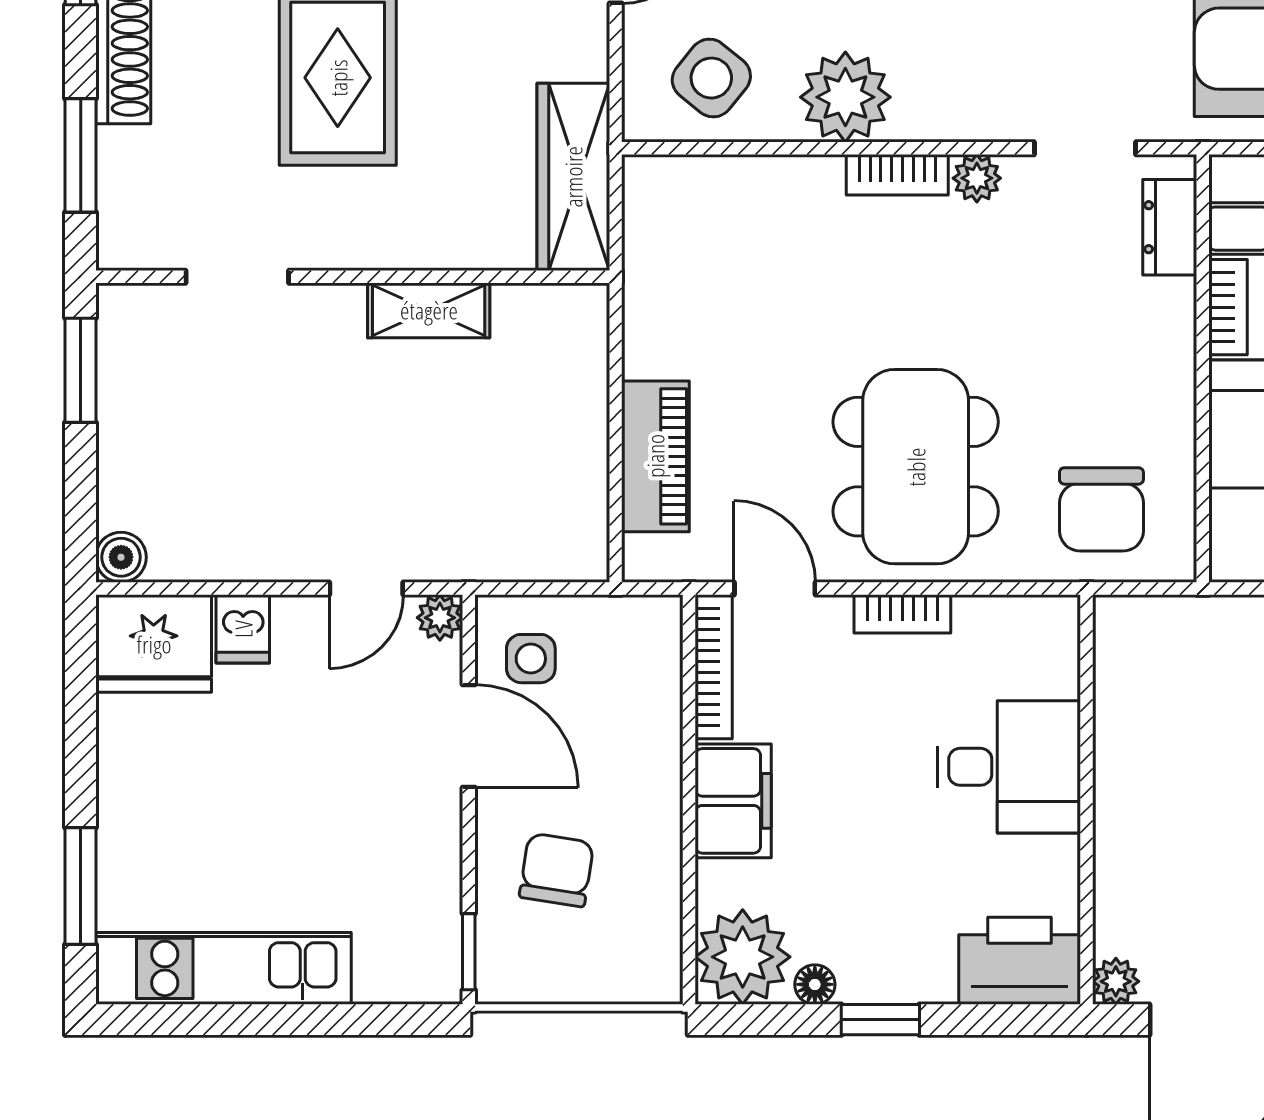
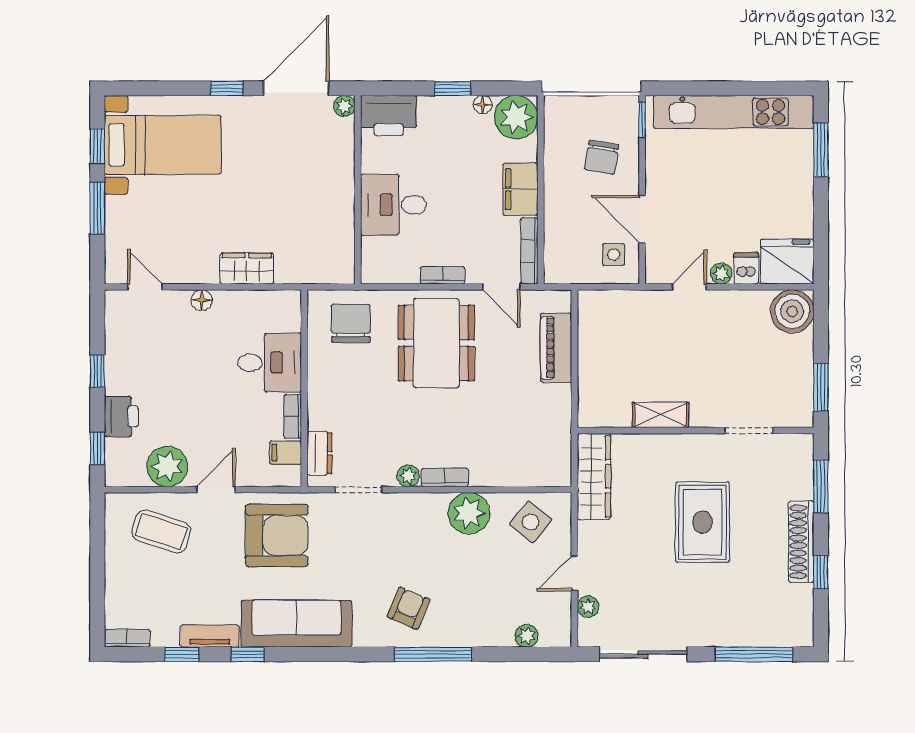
boiler: (121, 557) -> (792, 311), width x1.86, depth x1.86
plant: (440, 618) -> (721, 274), moved
kitchen unit: (224, 968) -> (734, 112), width x1.36

